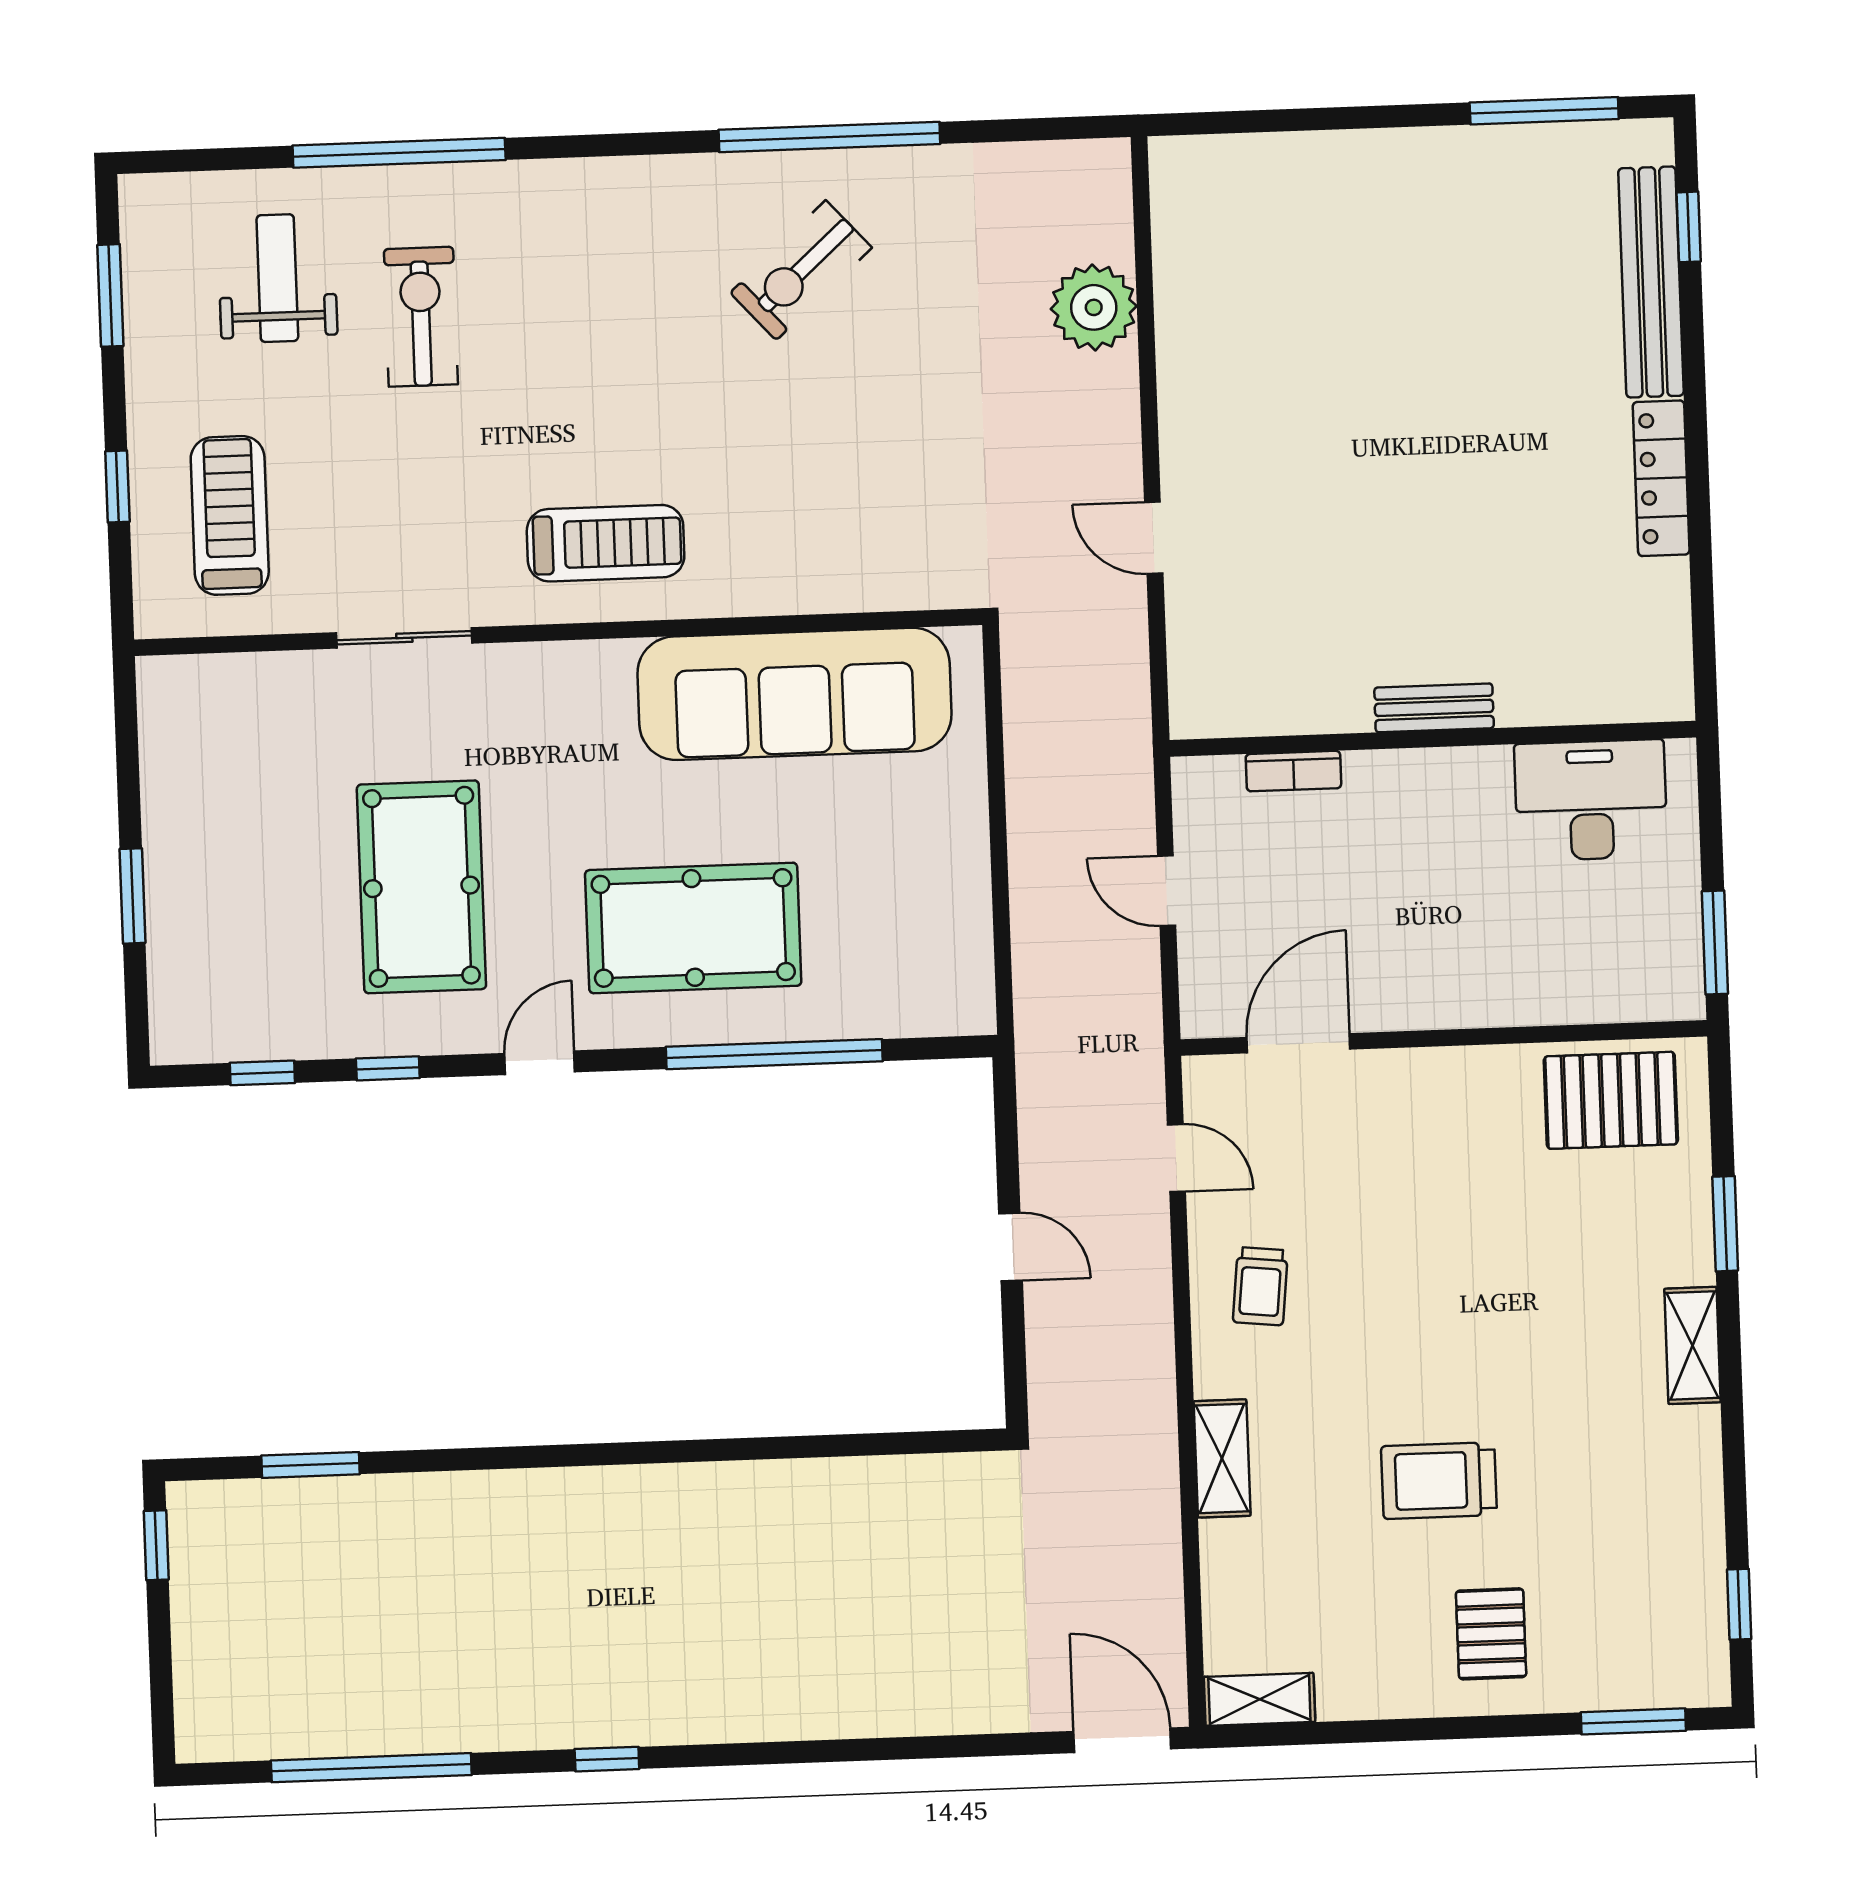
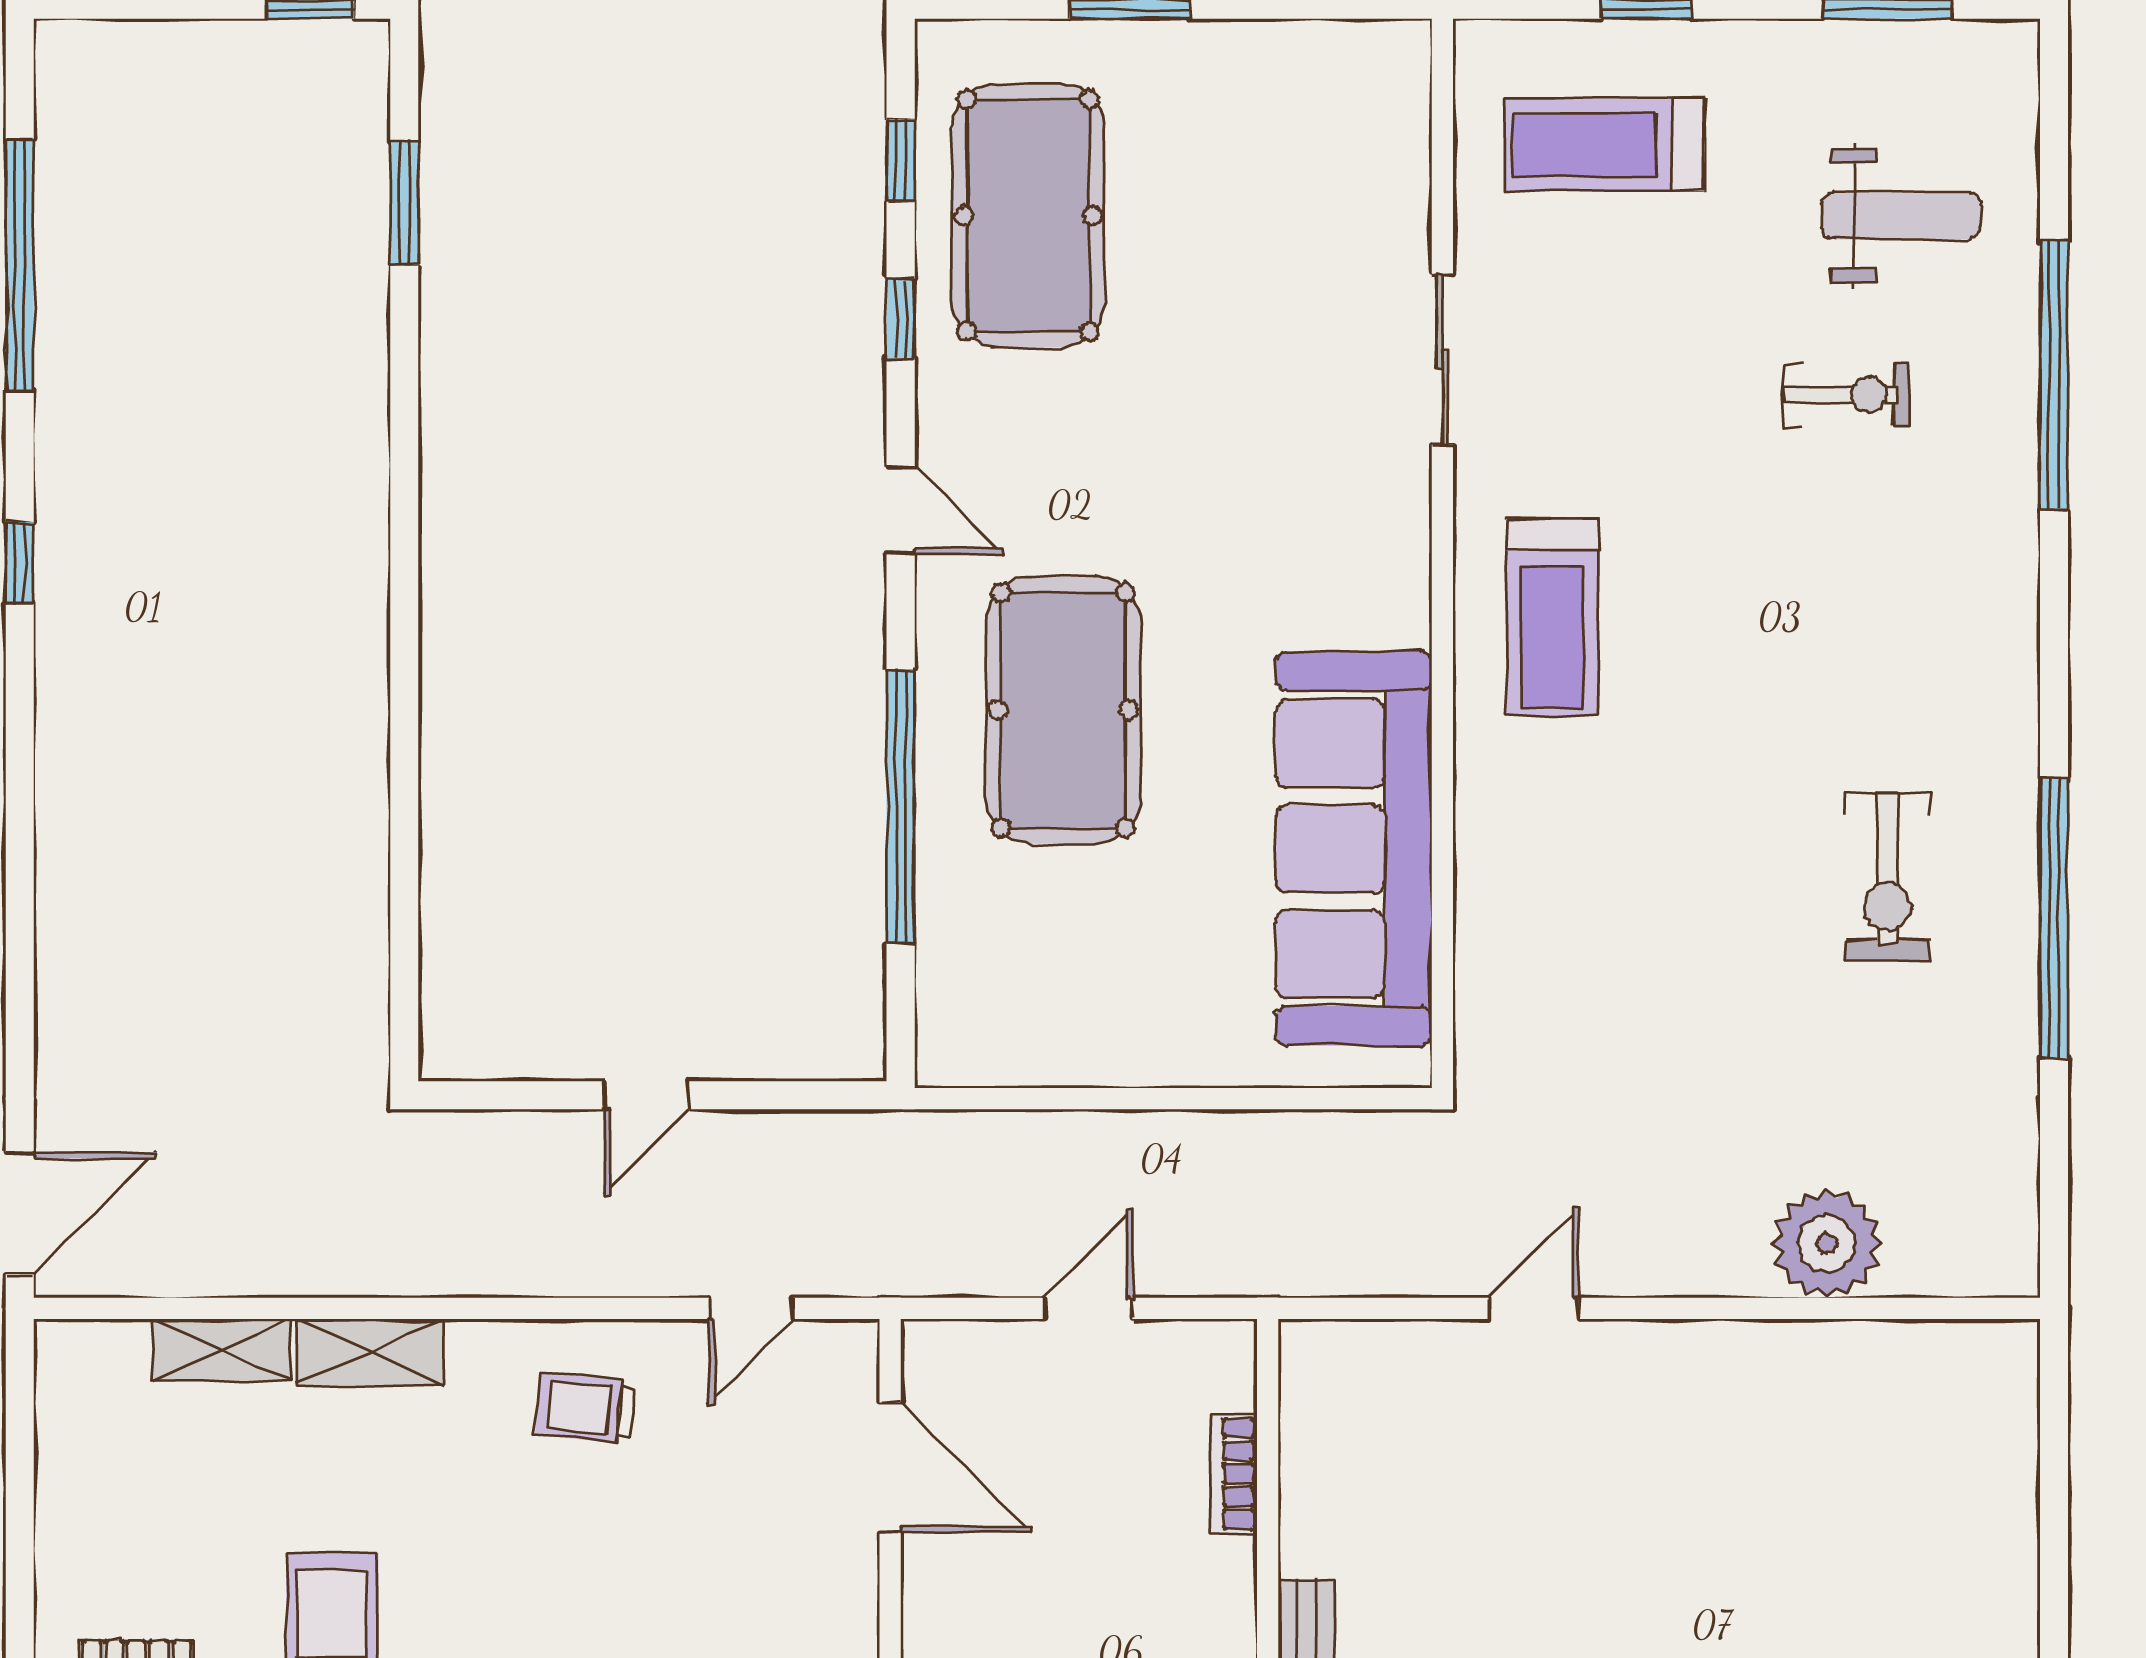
exercise bike: (801, 270) -> (1887, 876), turned -138
exercise bike: (421, 317) -> (1846, 395), width x0.73, depth x0.72
treadmill: (230, 515) -> (1605, 145), turned 180
pool table: (421, 887) -> (1028, 215), moved, turned 90
shelving: (1259, 1699) -> (222, 1350), moved, turned 90

